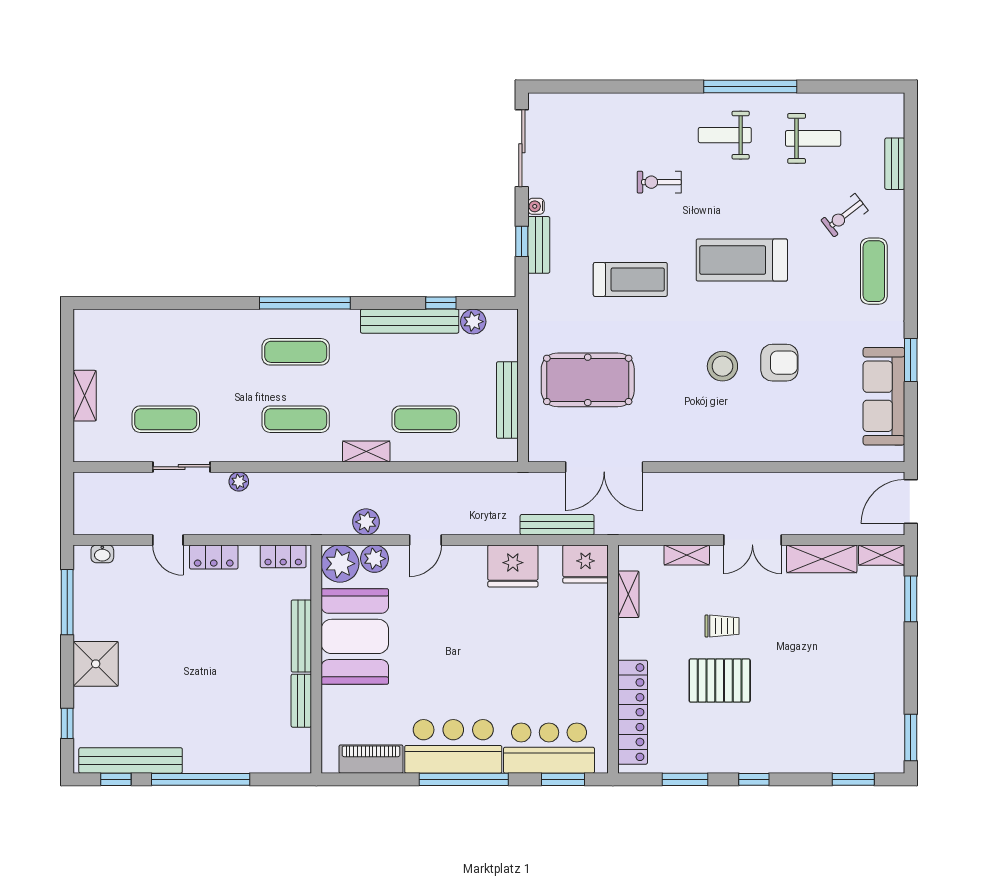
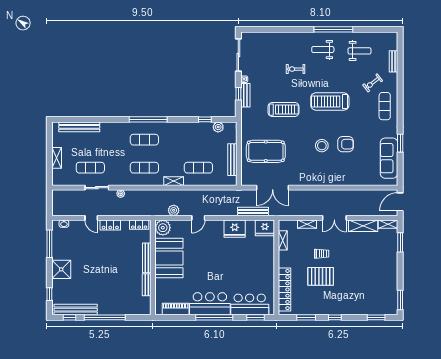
bench: (410, 321) -> (79, 127), moved
plant: (375, 559) -> (177, 226), removed

